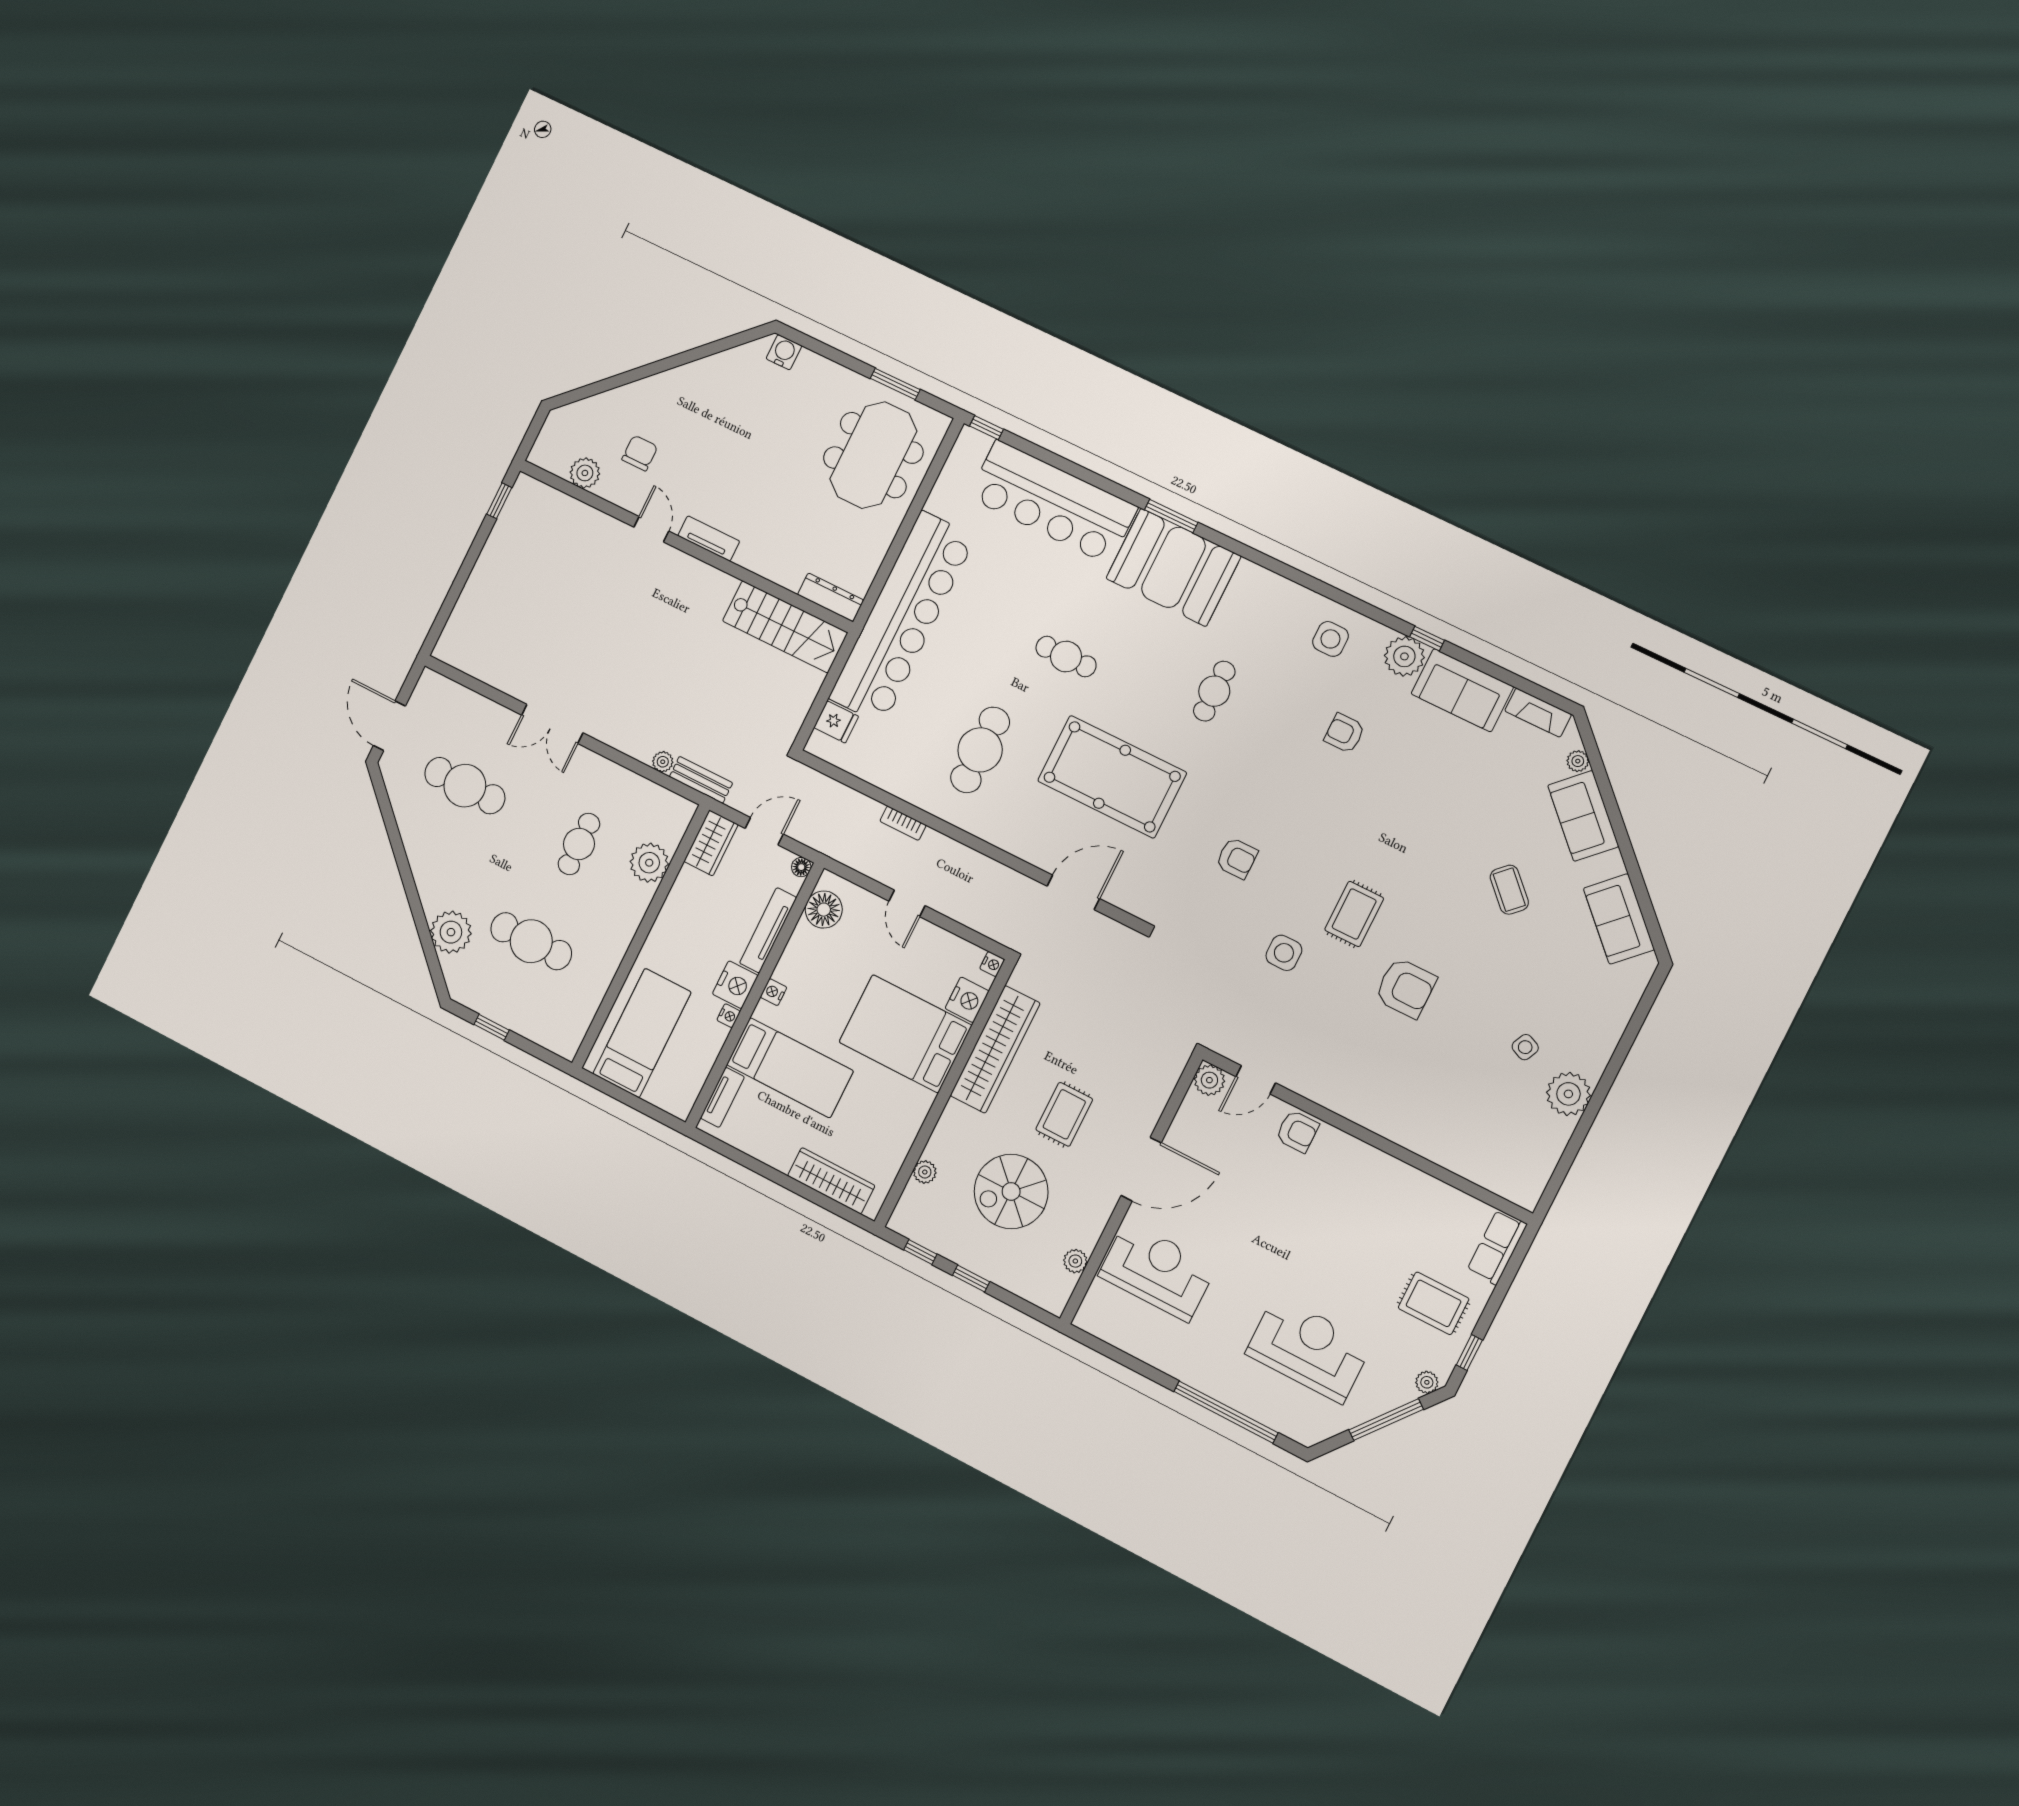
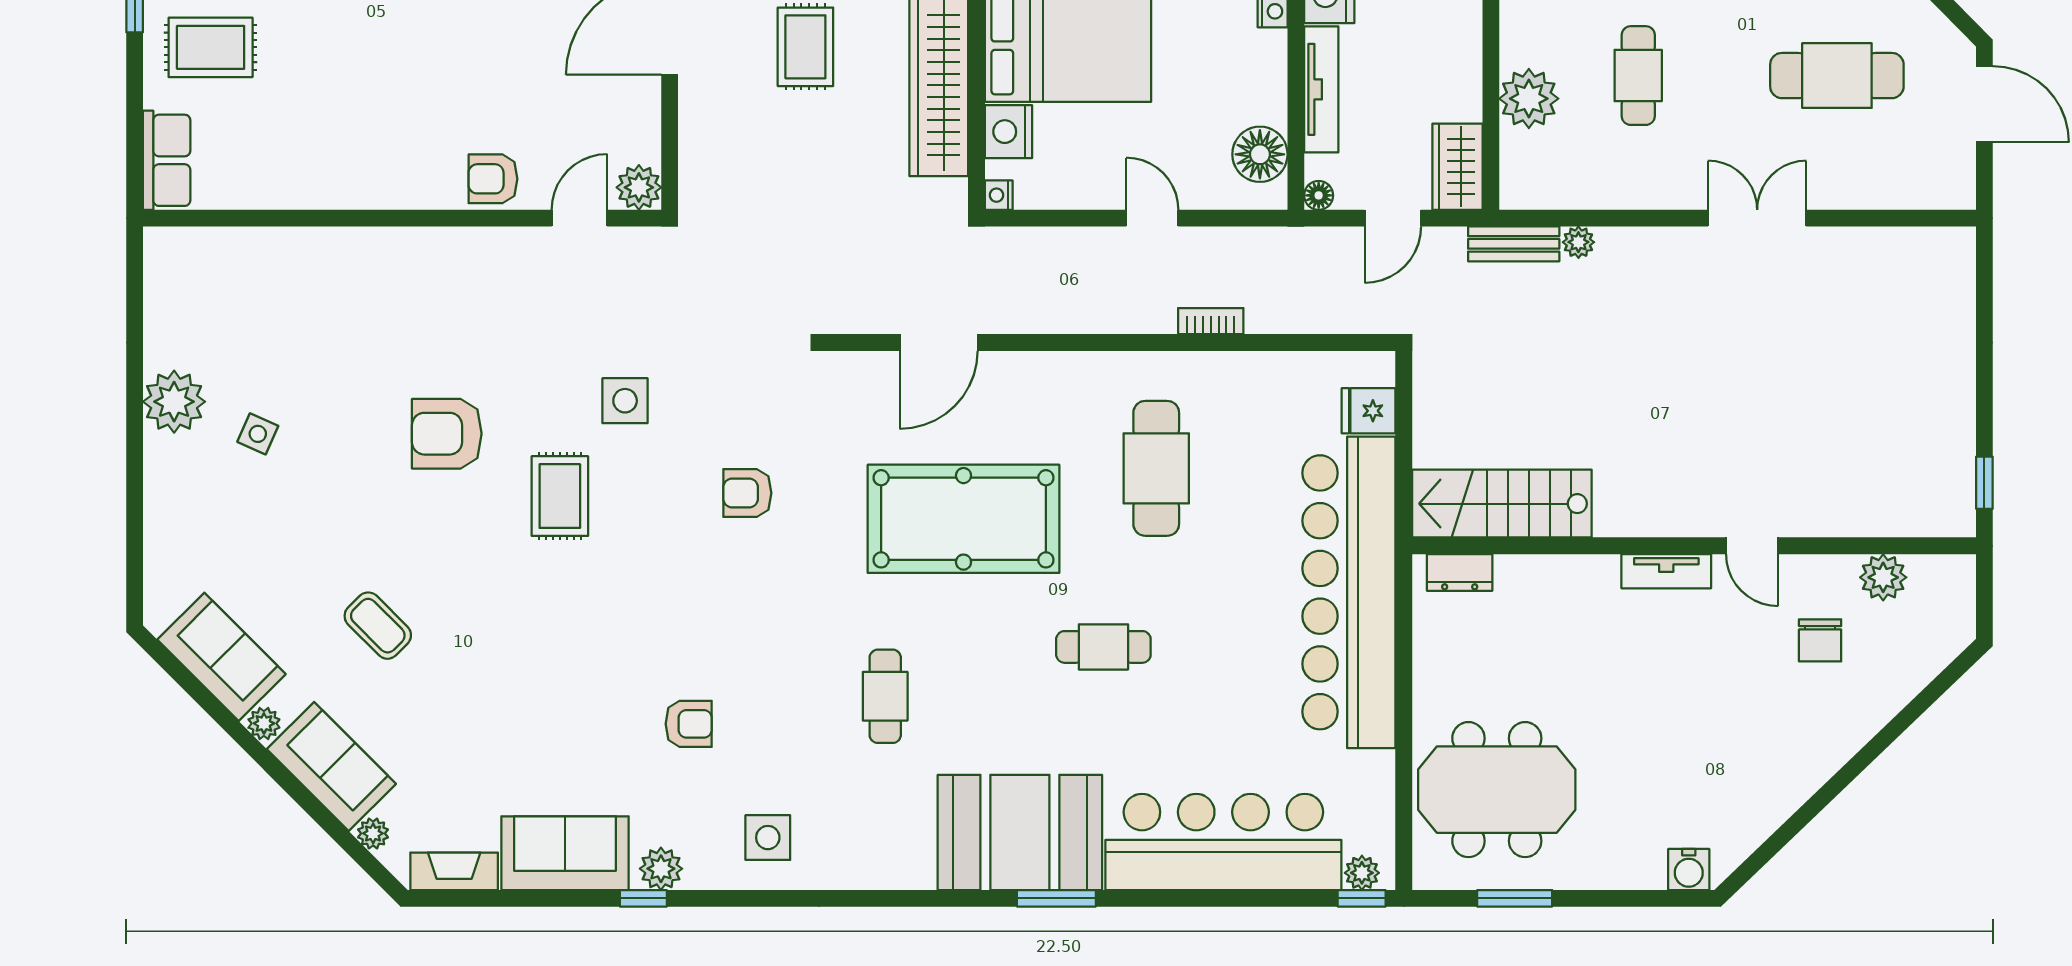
plant: (979, 443) -> (1362, 873), added
meeting table: (873, 455) -> (1497, 790), turned 90
dresser: (830, 597) -> (1460, 572), width x0.70
plant: (1404, 656) -> (661, 869), width x0.73, depth x0.73
plant: (1613, 864) -> (264, 723), added

